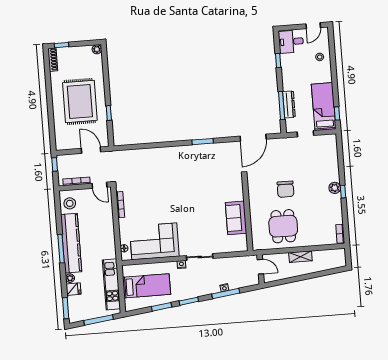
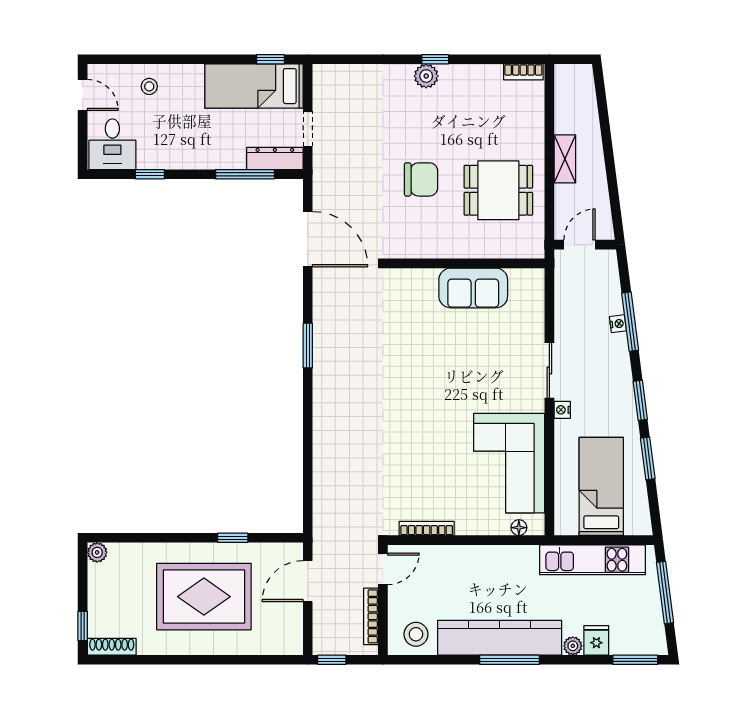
dresser: (289, 104) -> (275, 158), moved

